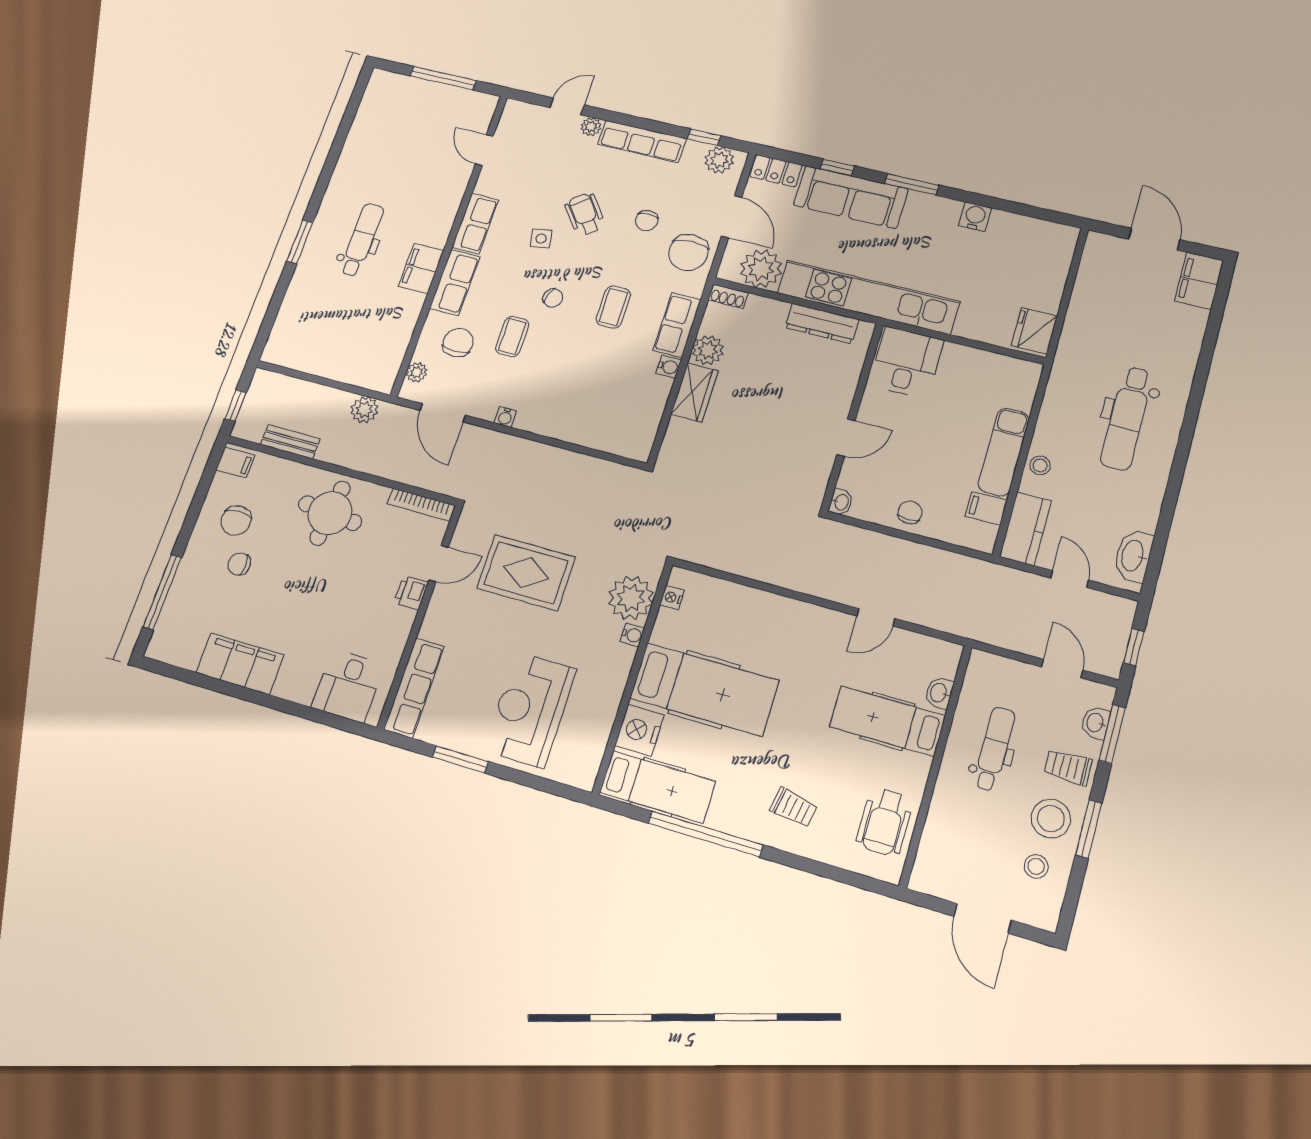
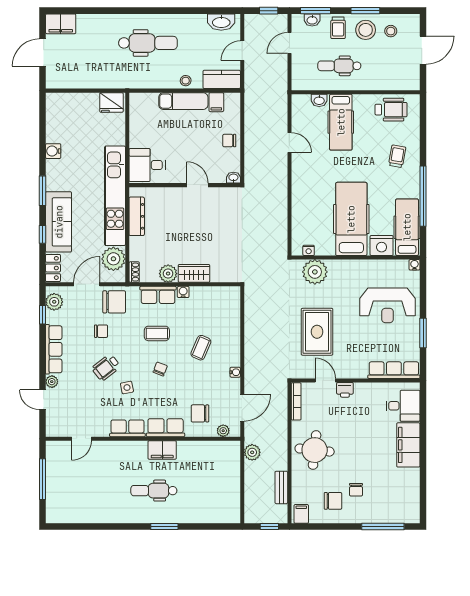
coffee table: (512, 336) -> (201, 348), moved, turned -67
water cooler: (632, 635) -> (414, 265), moved
filing cabinet: (240, 664) -> (408, 445), moved

